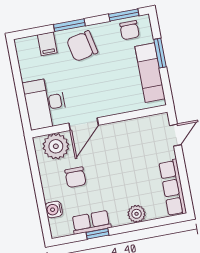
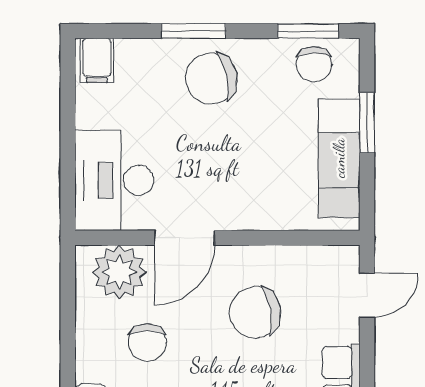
filing cabinet: (47, 44) -> (97, 60), moved
chair: (124, 153) -> (255, 313), added

